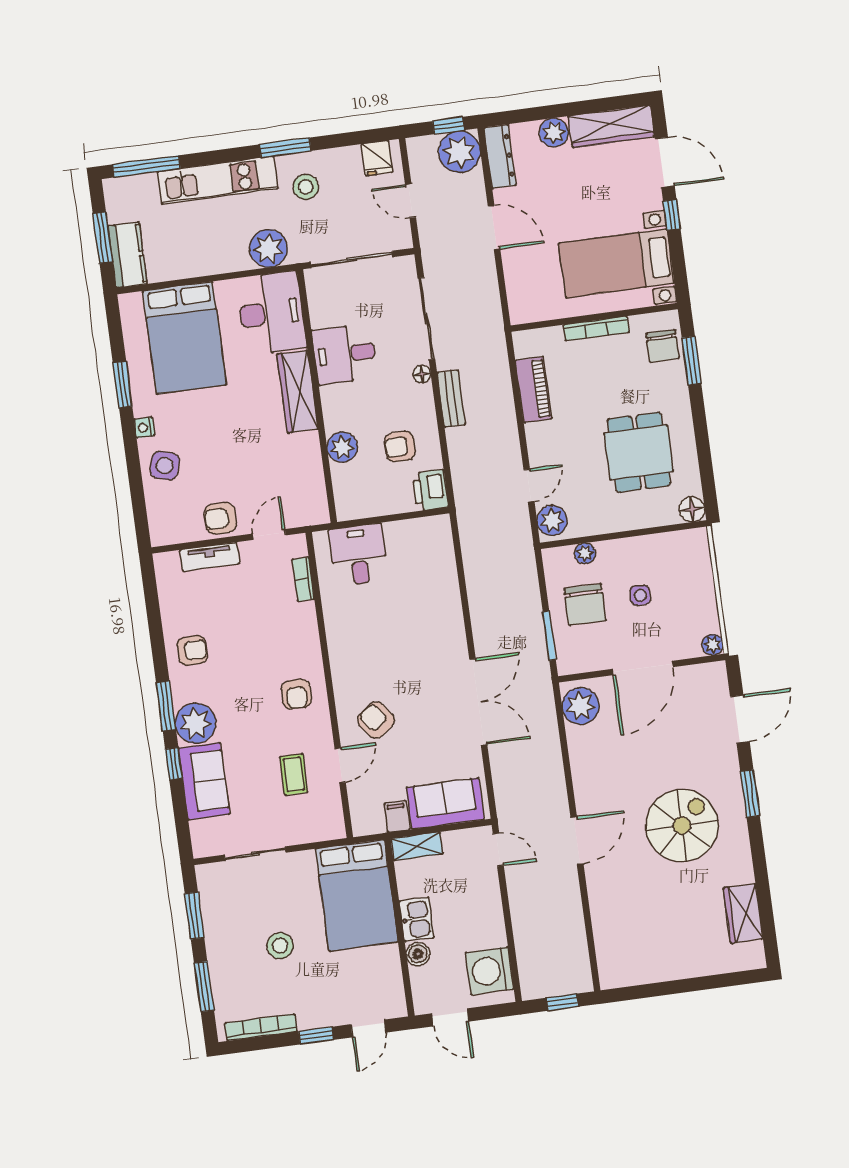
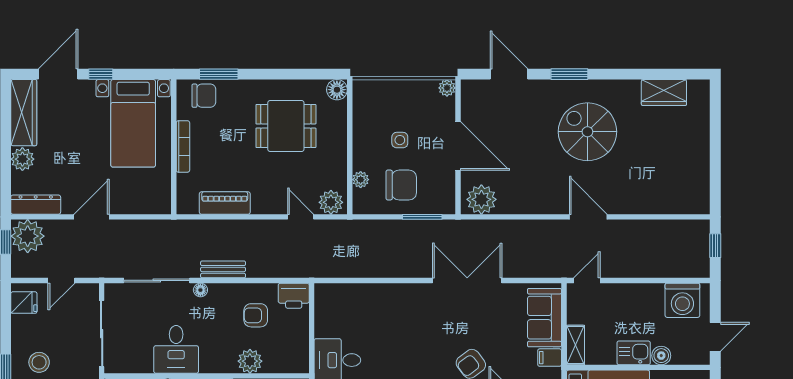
armchair: (400, 447) -> (256, 315), turned 90

